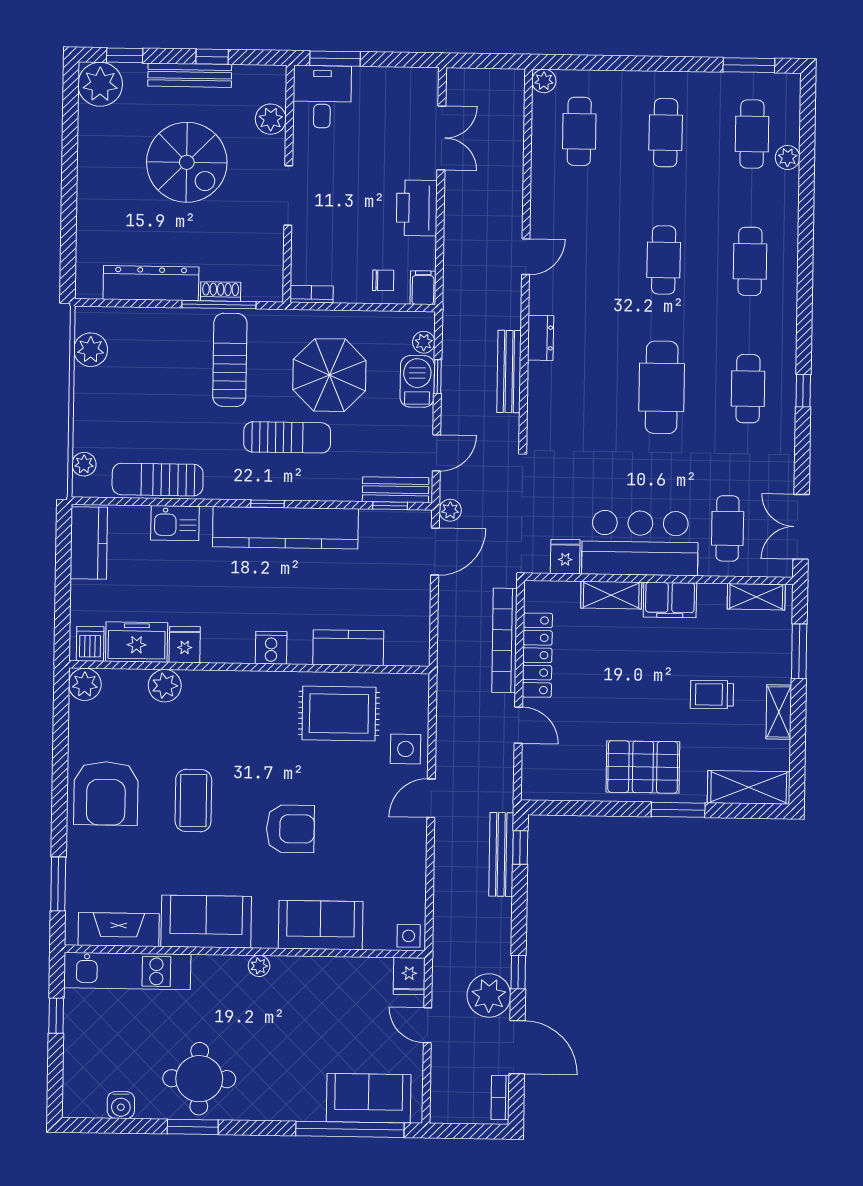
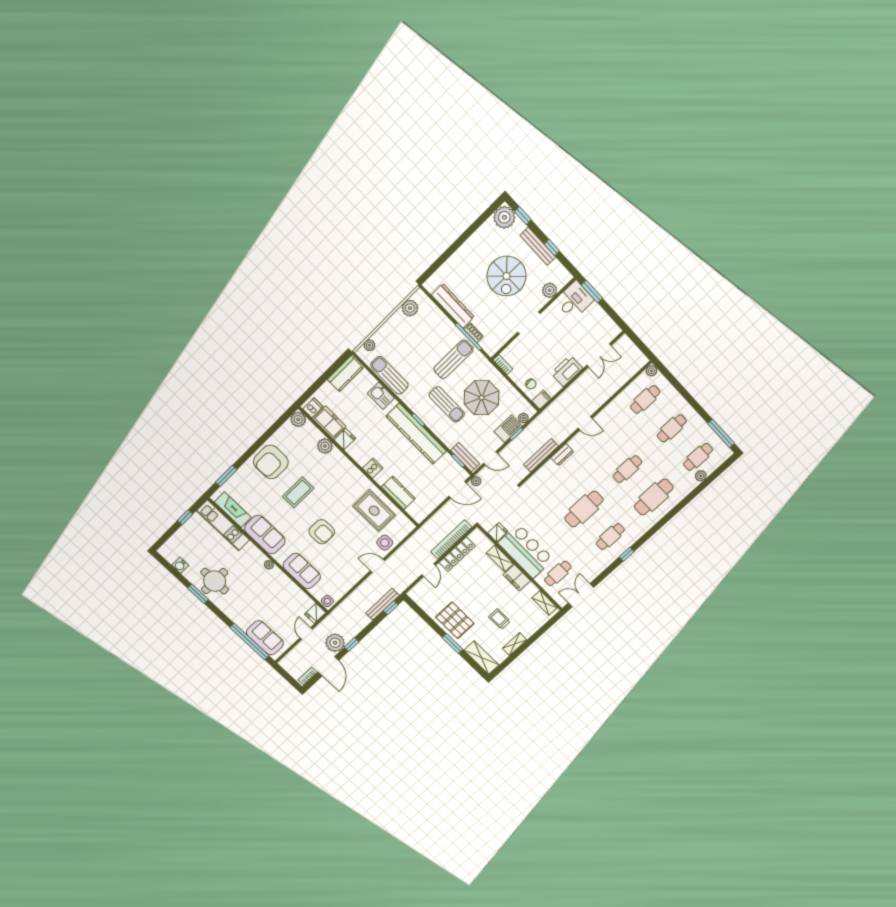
window: (749, 65) -> (721, 433), width x1.44
cafe table: (750, 261) -> (654, 497), width x1.37, depth x1.35
window: (799, 651) -> (540, 632), removed

